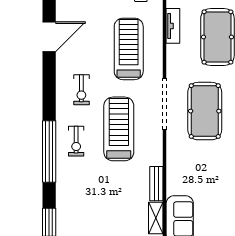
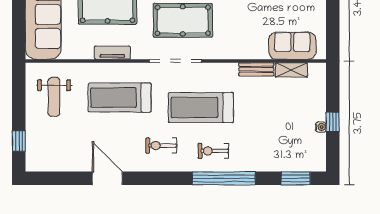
tv unit: (173, 26) -> (112, 53), moved
exercise bike: (81, 90) -> (161, 146), turned 180
exercise bike: (76, 141) -> (213, 151), turned 180

